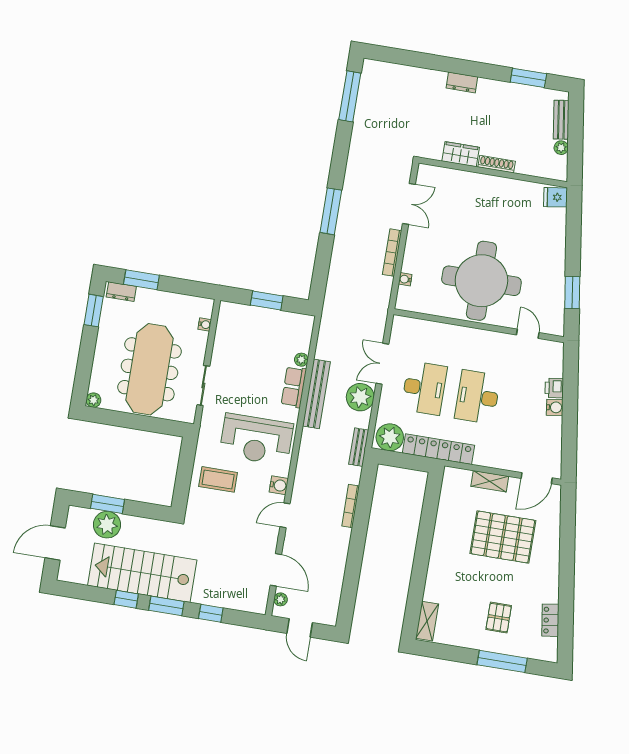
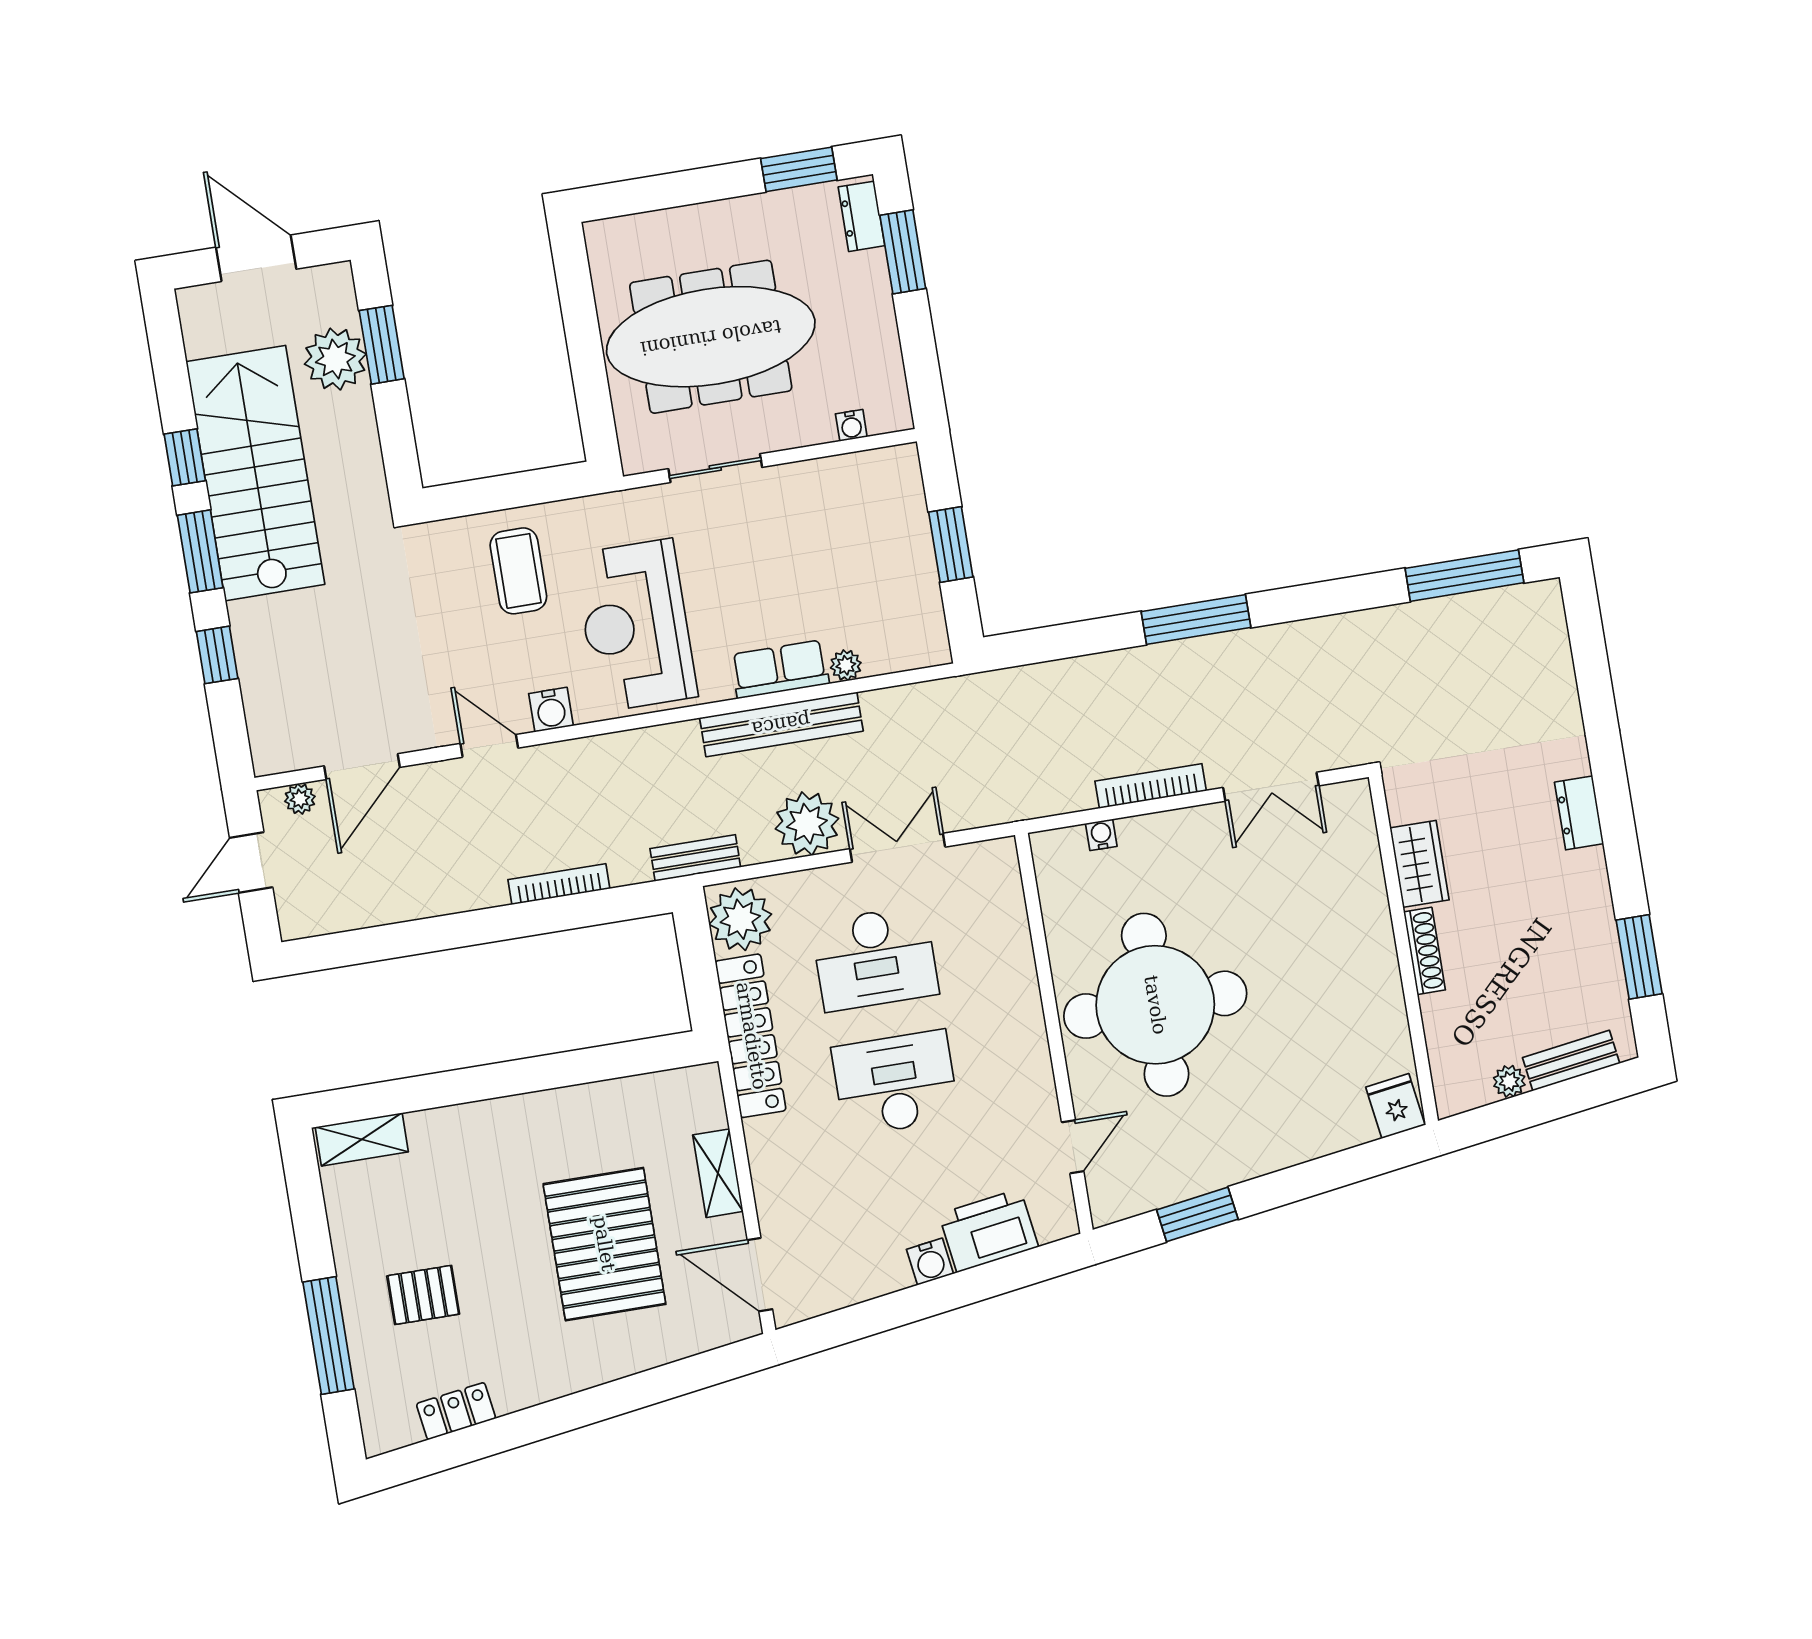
printer: (554, 388) -> (989, 1231), width x1.87, depth x1.48
plant: (93, 400) -> (601, 236), removed

